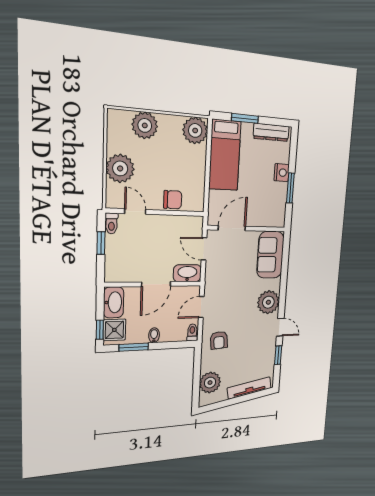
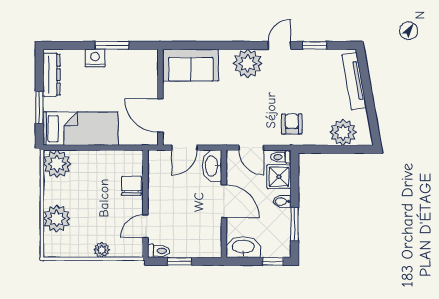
plant: (120, 168) -> (102, 250), width x0.53, depth x0.53
shower: (114, 330) -> (279, 177), moved
armchair: (219, 340) -> (292, 124), turned -85

